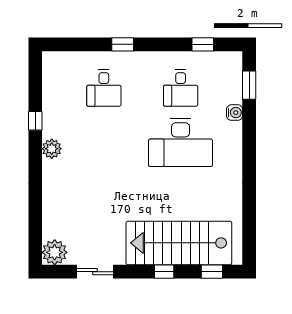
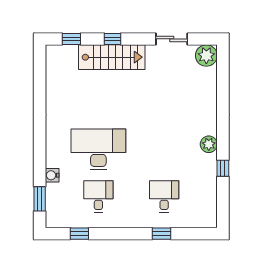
window: (123, 44) -> (161, 234), moved
stairs: (179, 243) -> (112, 57), width x0.73, depth x0.66

